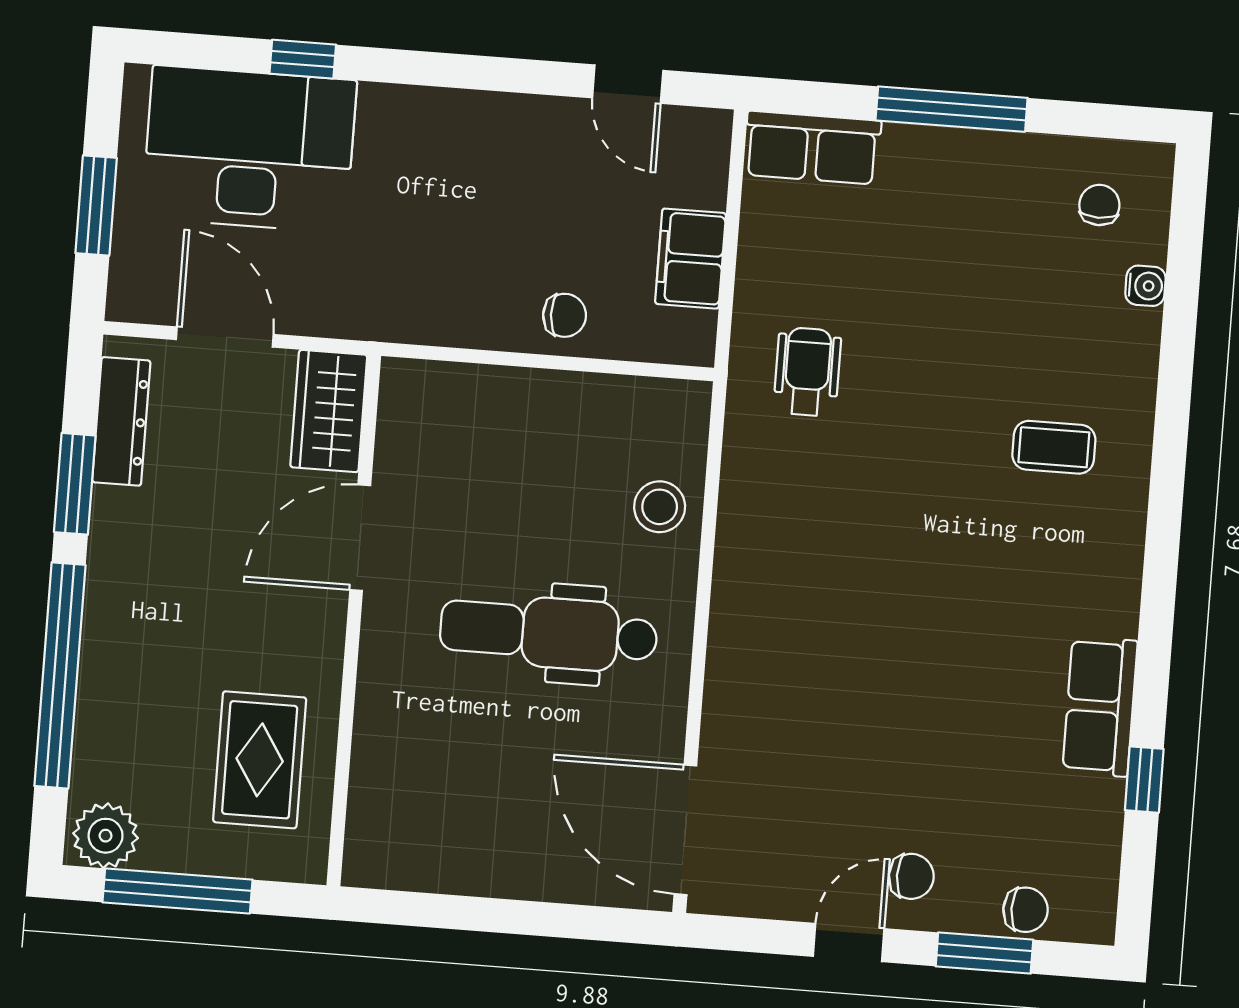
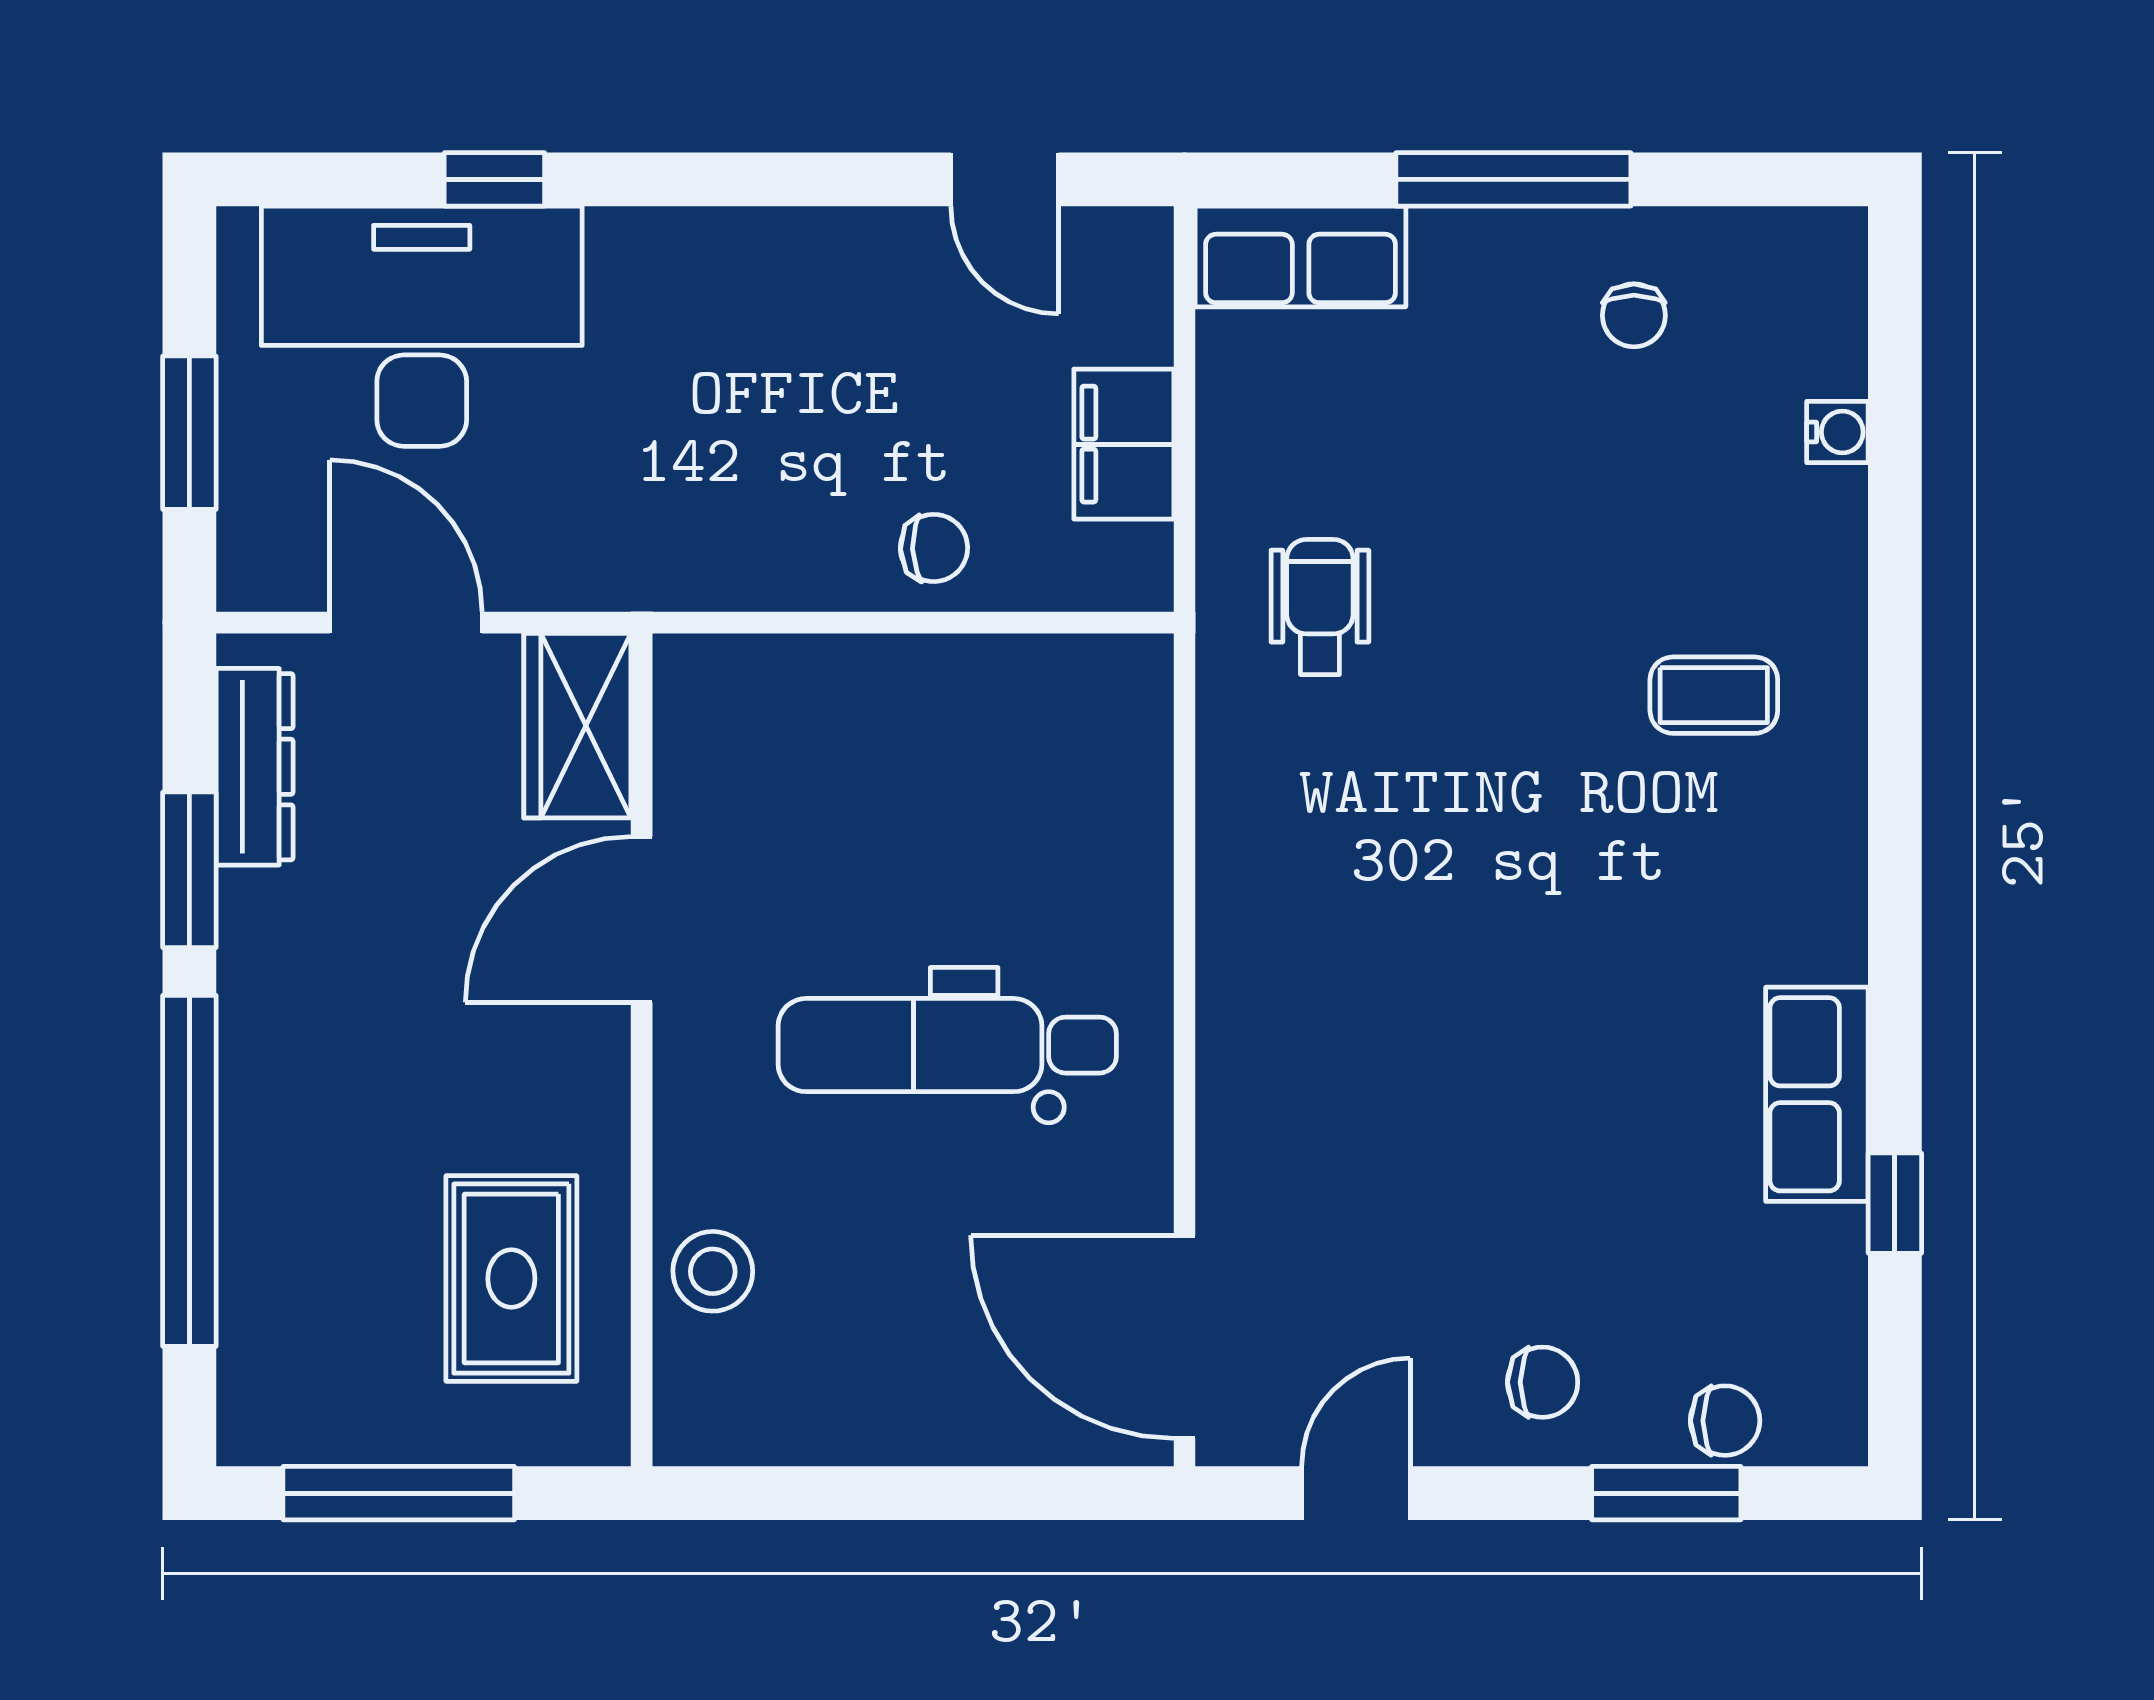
chair: (1099, 205) -> (1634, 315), moved, turned 180
stool: (660, 507) -> (713, 1271), moved
plant: (106, 836) -> (280, 1415), removed
door: (849, 943) -> (1356, 1493), moved

